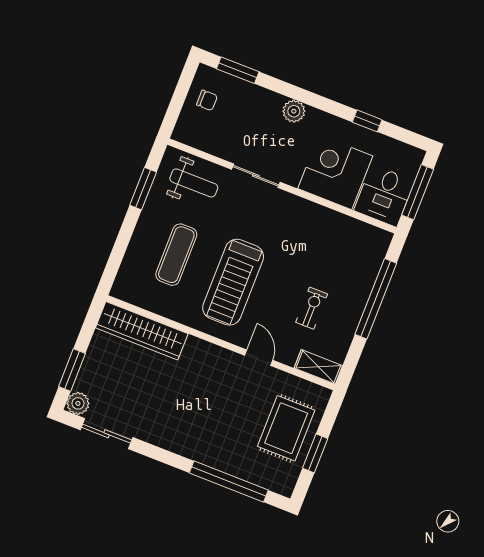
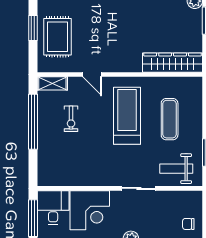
window: (376, 299) -> (33, 122), moved

